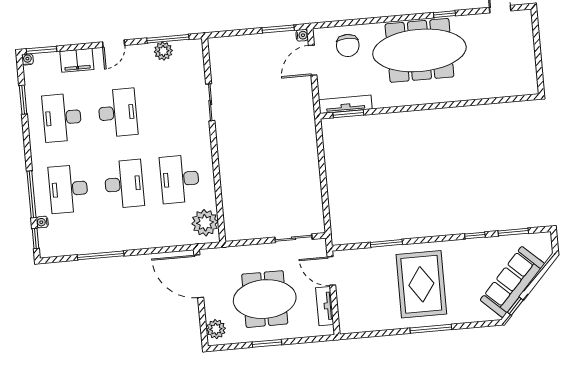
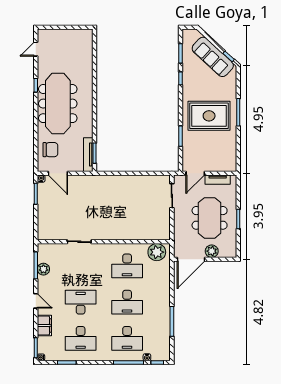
desk: (124, 184) -> (127, 302), turned 180
plant: (216, 329) -> (212, 251), moved

